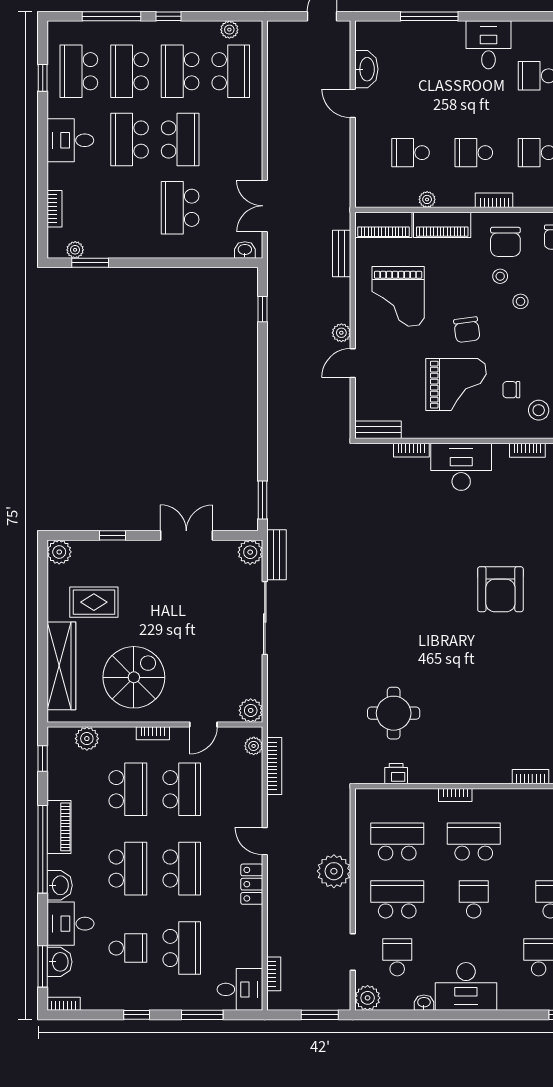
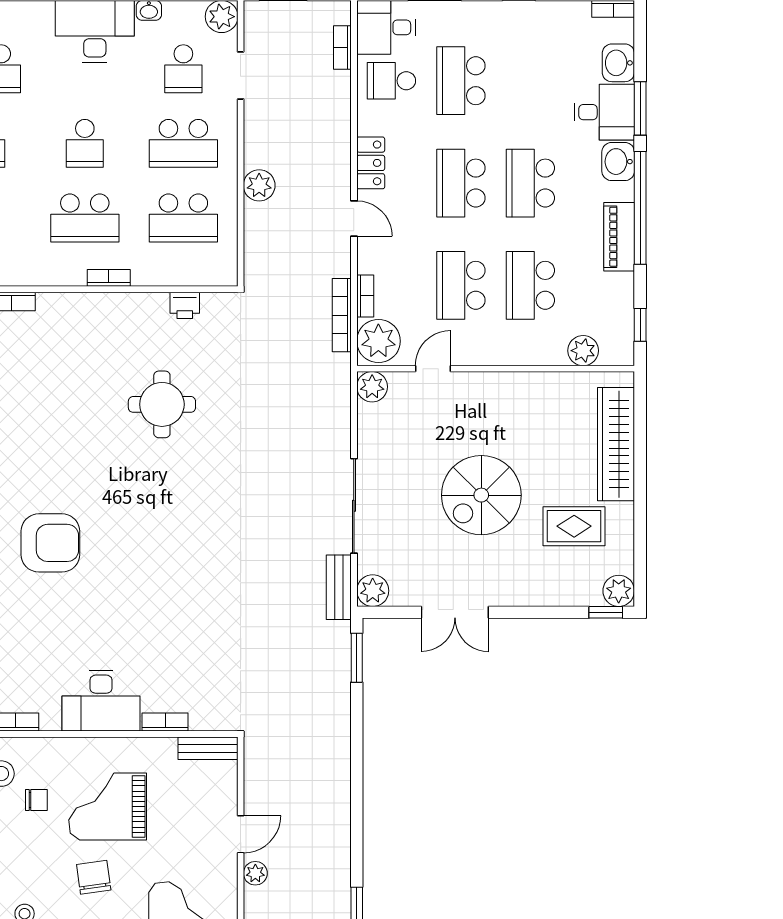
window: (112, 535) -> (606, 612), moved
armchair: (500, 589) -> (50, 543), turned 90
spiral stairs: (134, 677) -> (481, 495), moved
round table: (394, 713) -> (162, 404), moved
bookcase: (153, 733) -> (365, 296), moved, turned 90
plant: (254, 746) -> (378, 341), width x1.87, depth x1.87
plant: (334, 871) -> (259, 185), width x0.73, depth x0.73
school desk: (128, 948) -> (391, 81), moved
window: (43, 966) -> (640, 108), moved

